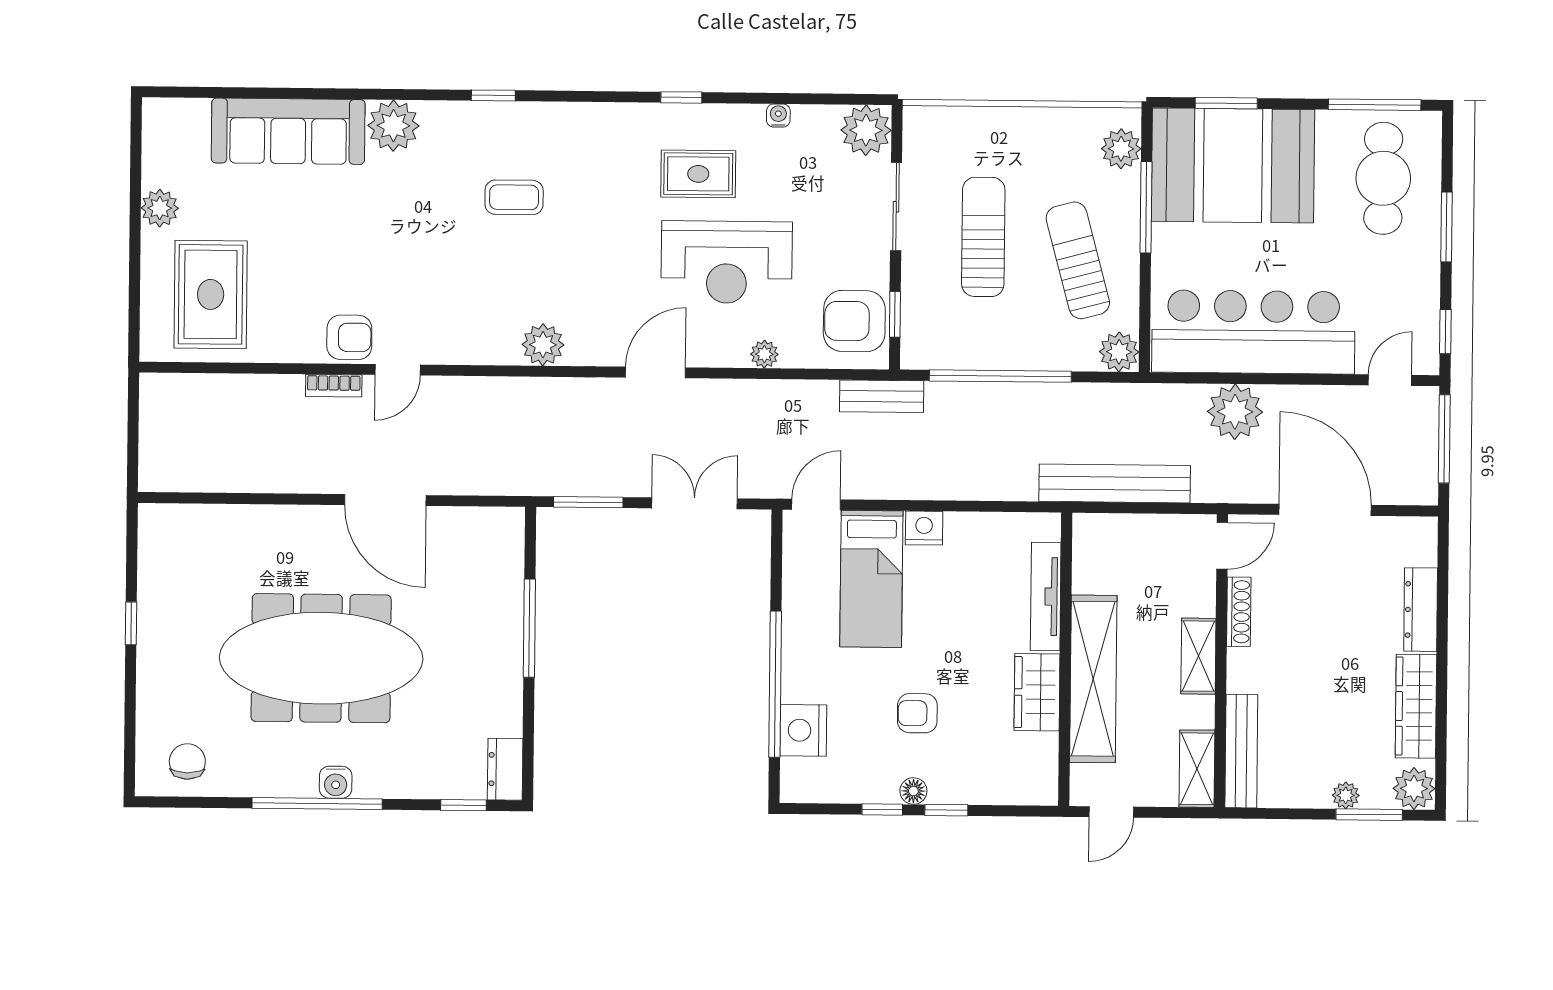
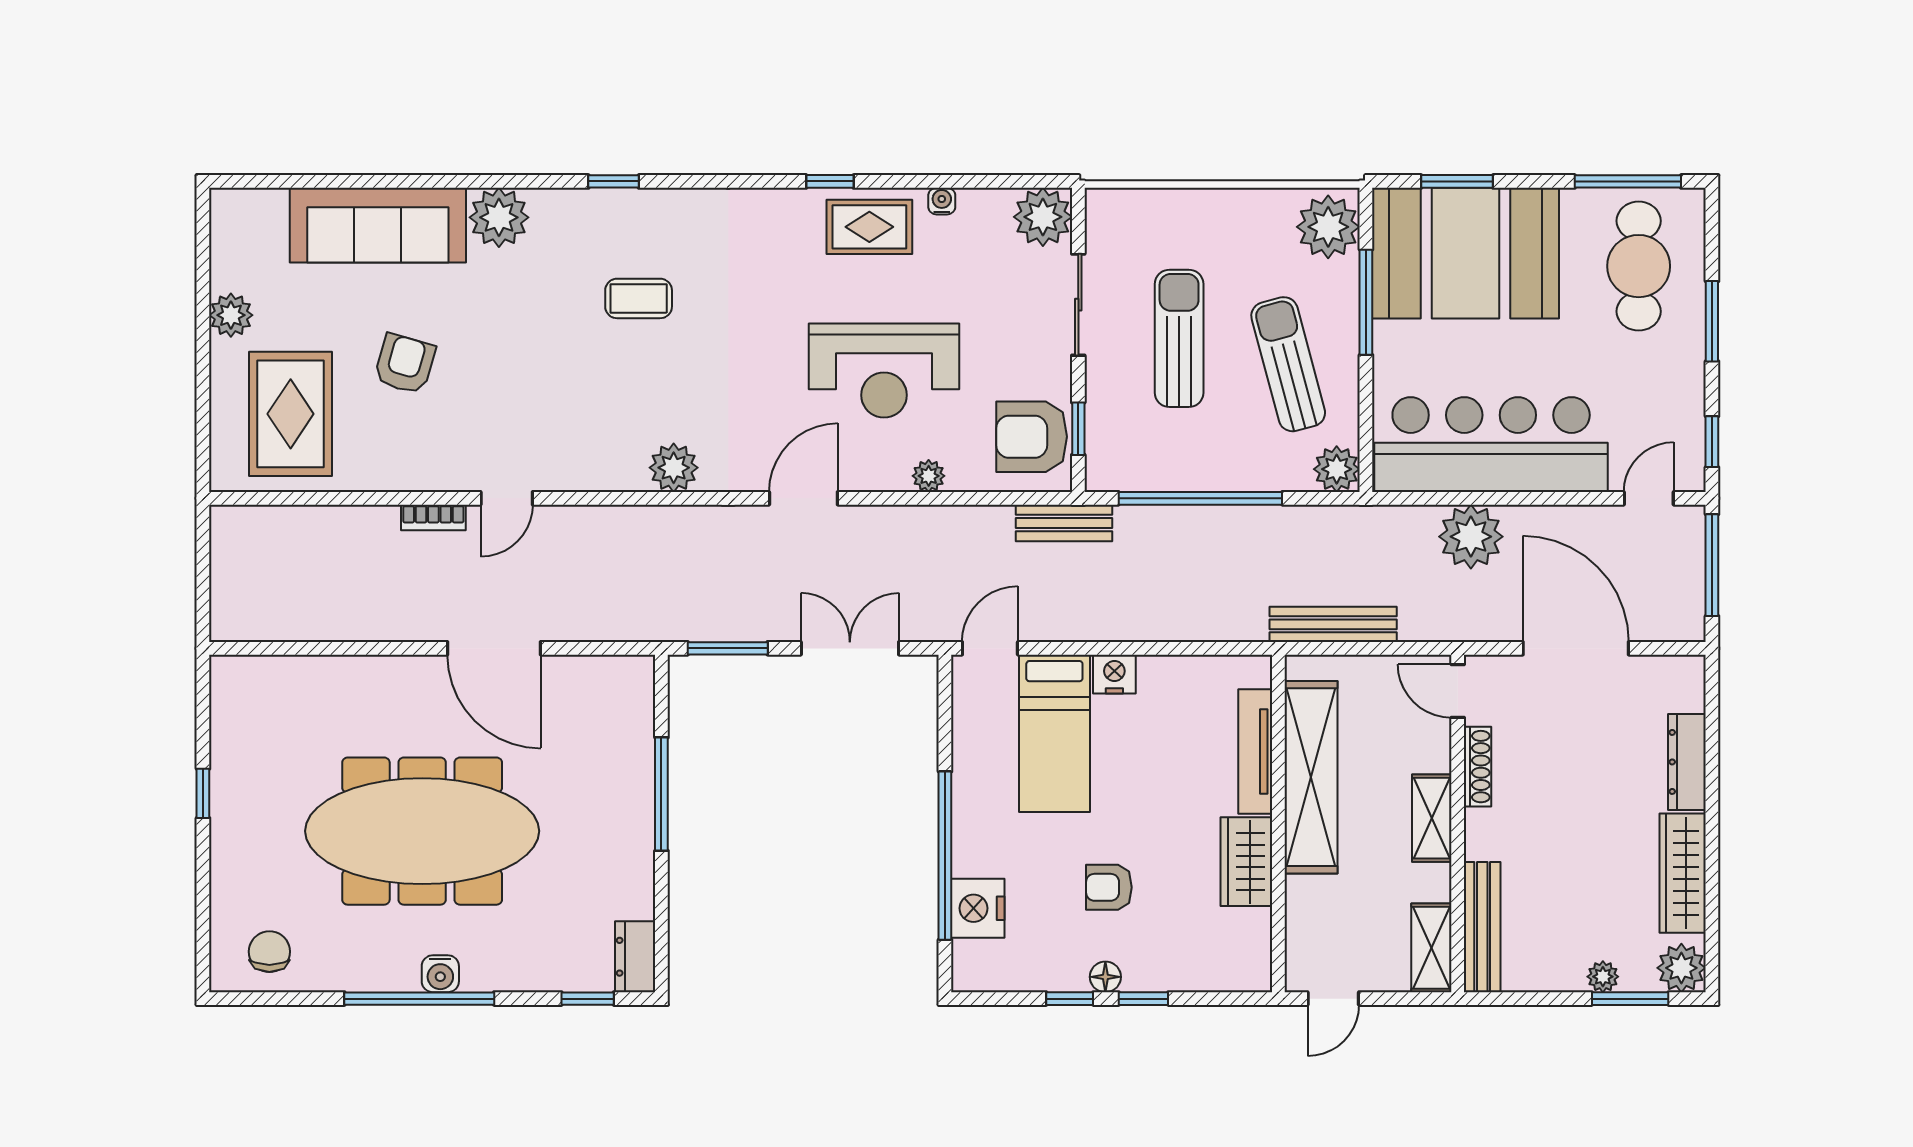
plant: (1121, 149) -> (1328, 227), width x1.36, depth x1.36
rug: (698, 174) -> (869, 227), moved
armchair: (349, 337) -> (405, 364), moved, turned -74
bench: (1115, 483) -> (1333, 624), width x0.73, depth x0.82
door: (1222, 546) -> (1458, 691), swing flipped
shelving: (1093, 679) -> (1311, 777), moved

